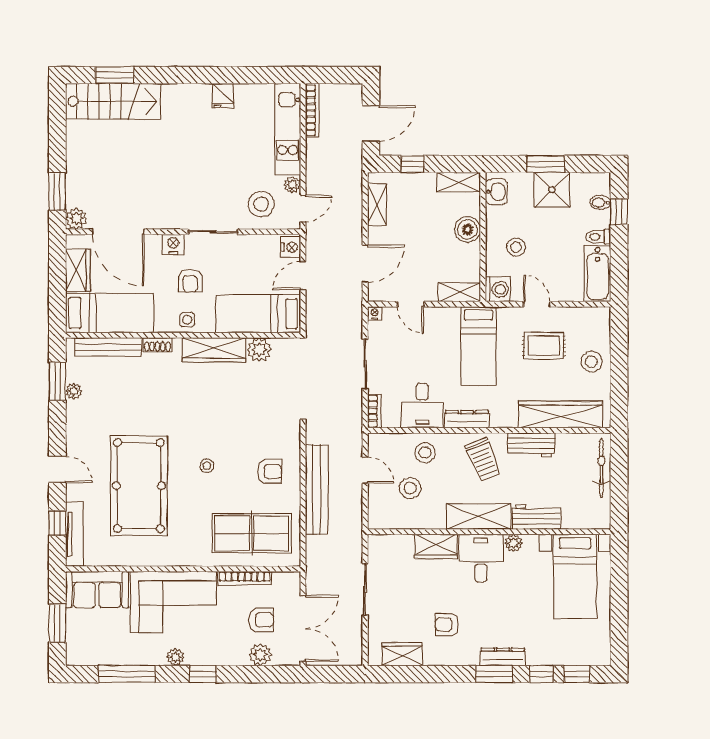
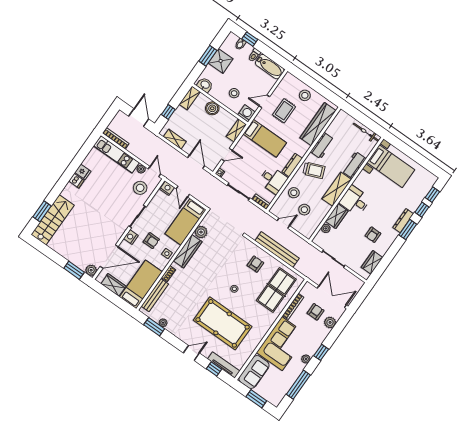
dishwasher: (201, 95) -> (76, 181), added
bicycle: (601, 468) -> (366, 132), moved
plant: (514, 543) -> (326, 228), moved

